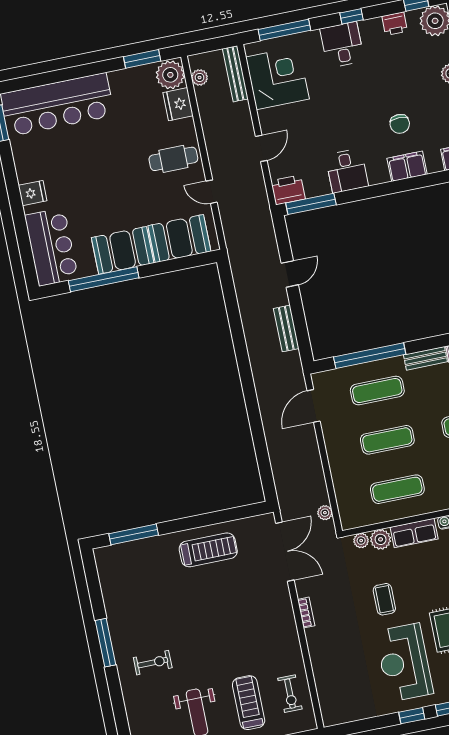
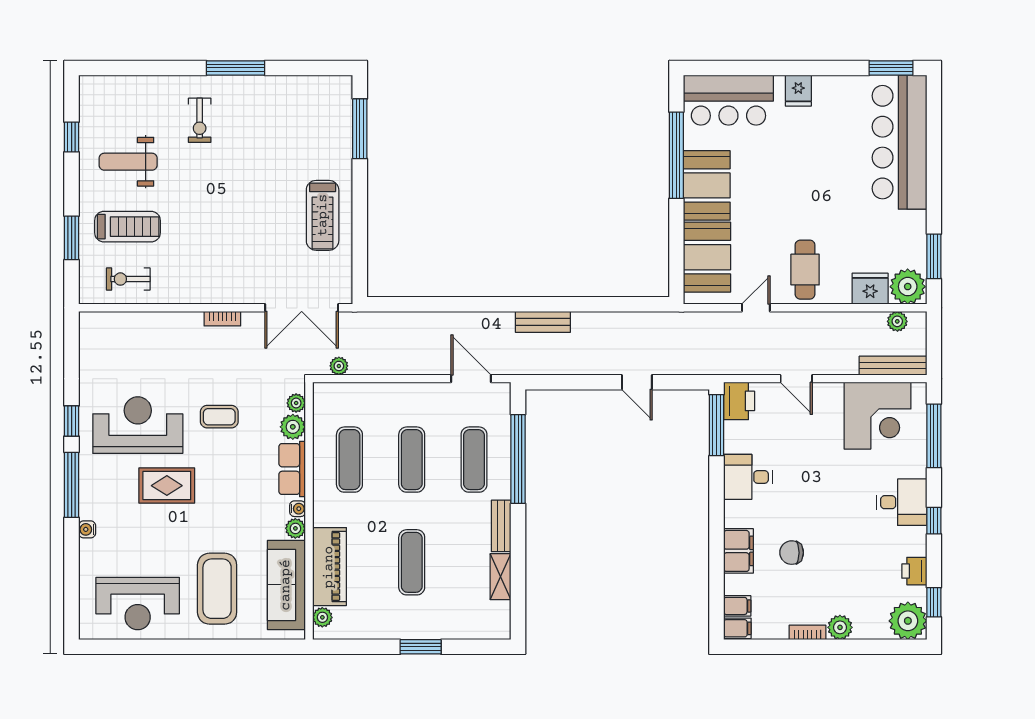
bench: (286, 328) -> (543, 322), moved

